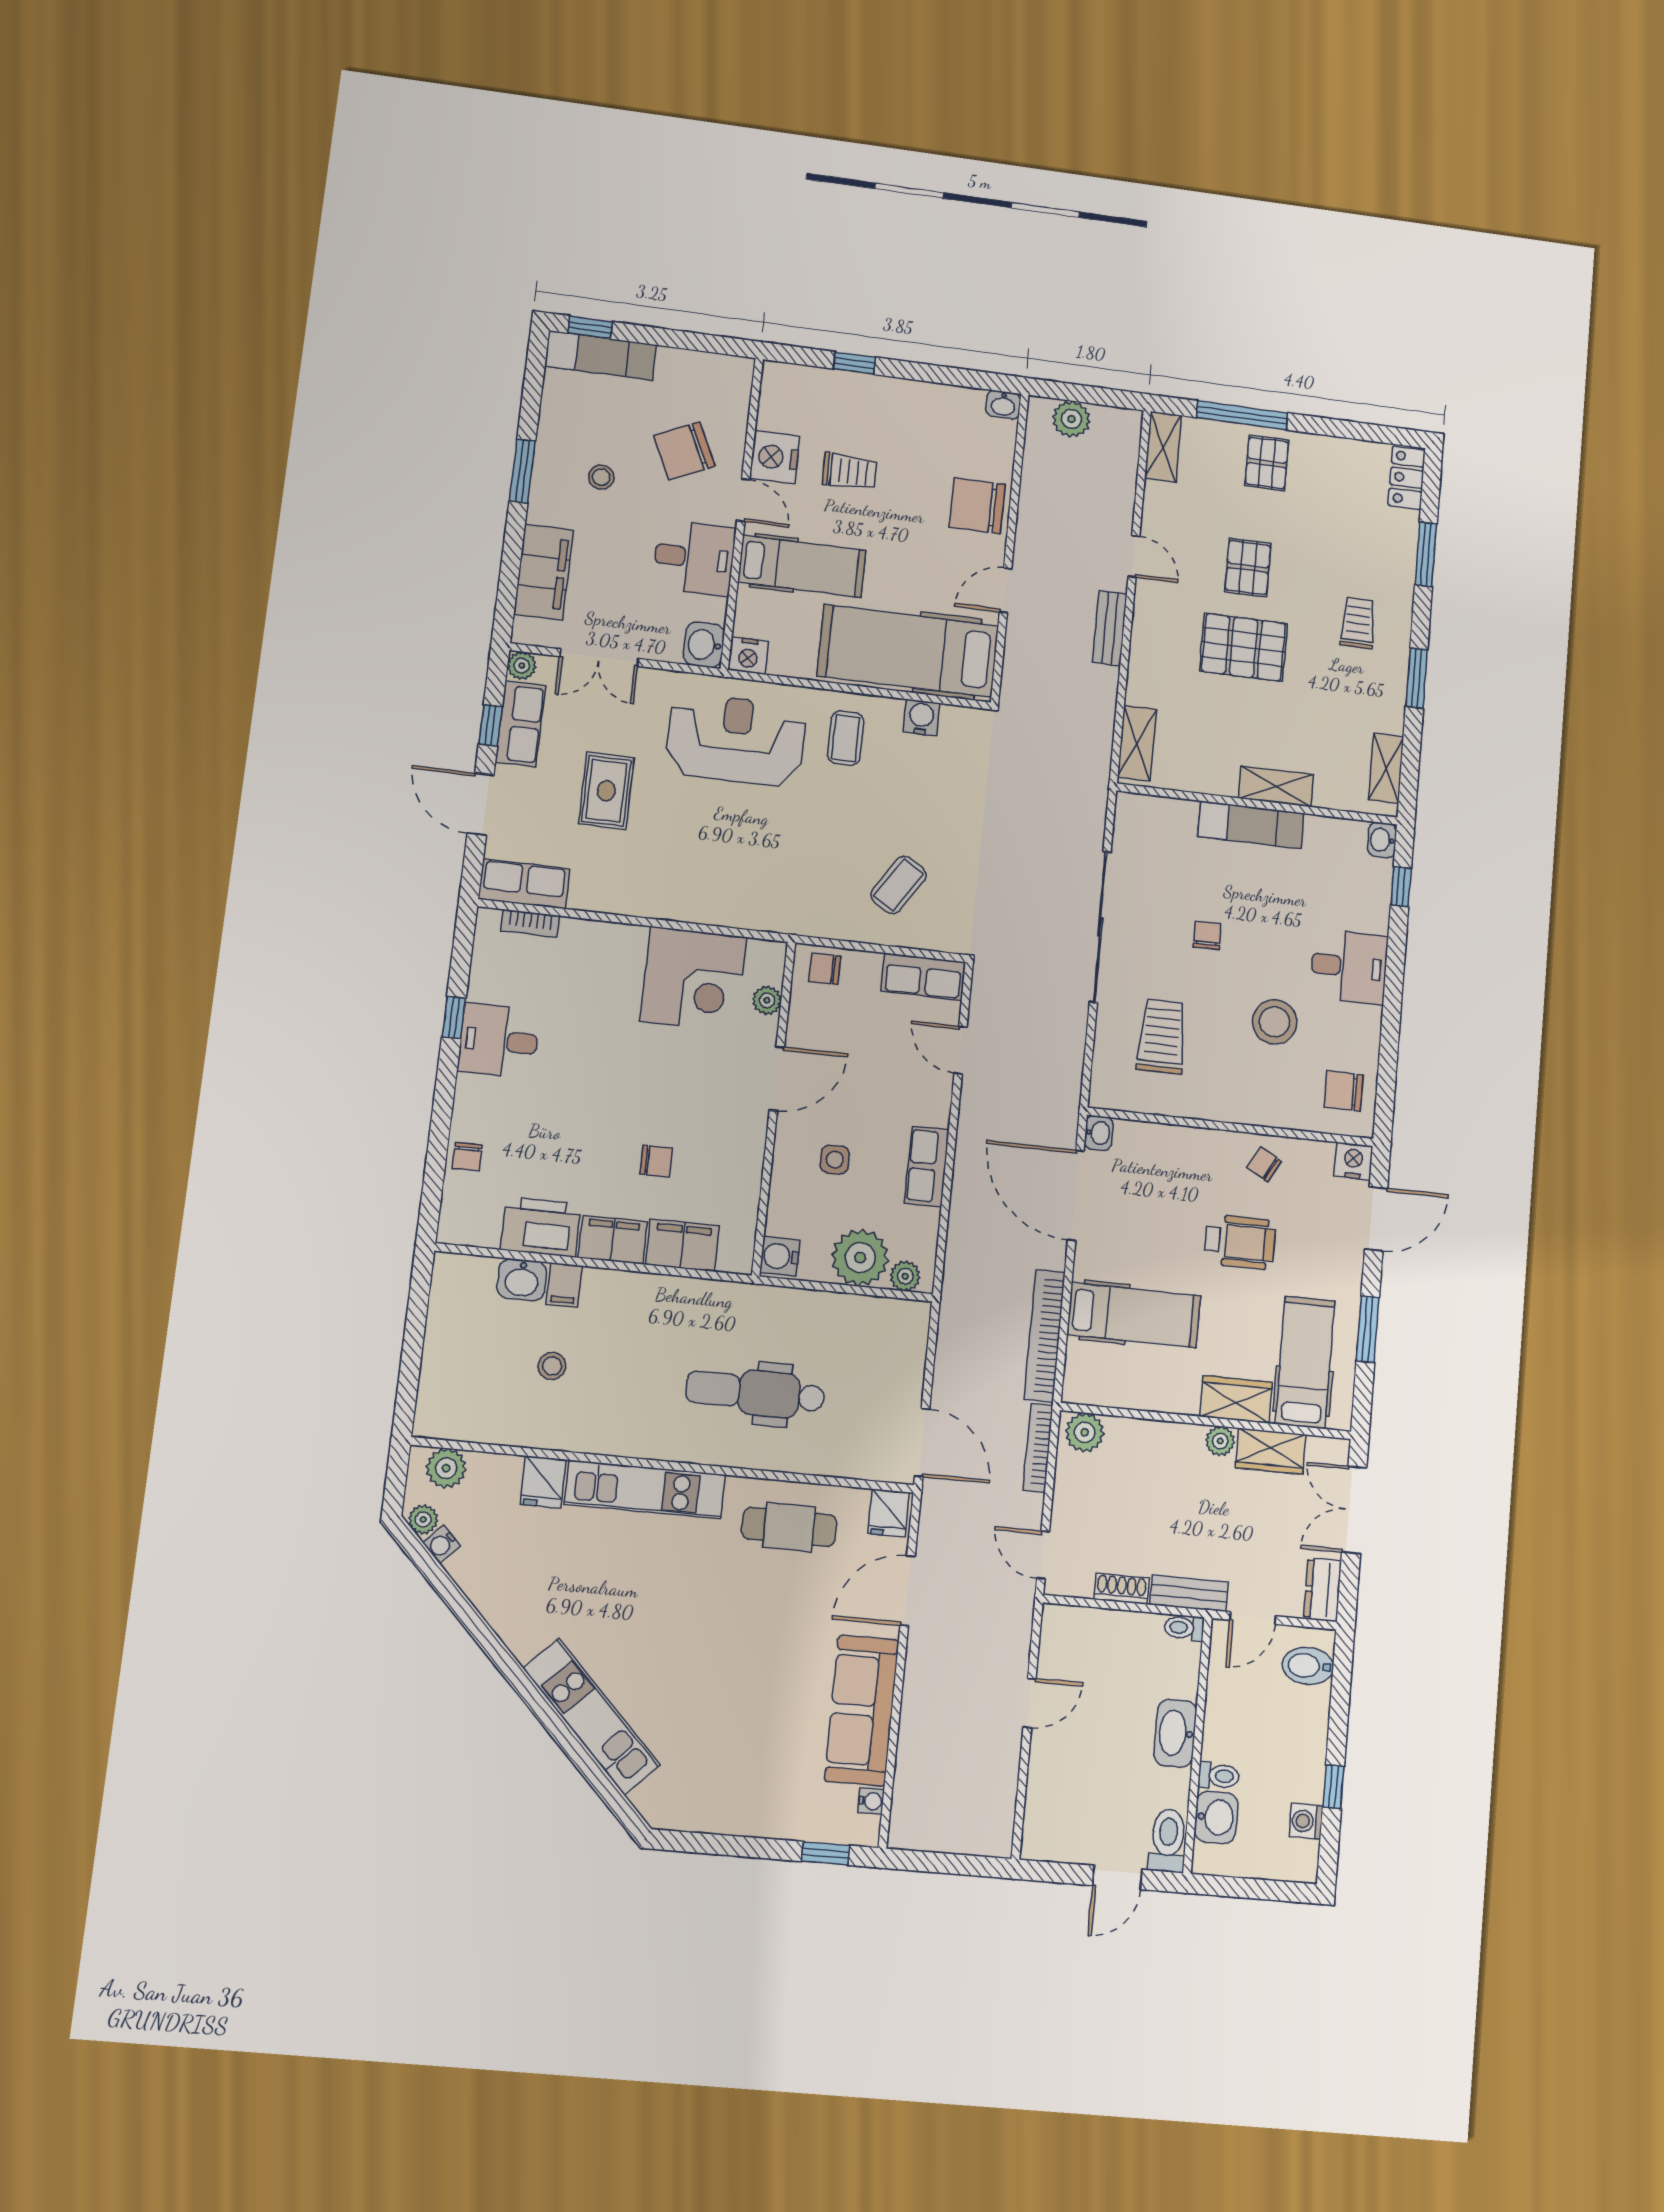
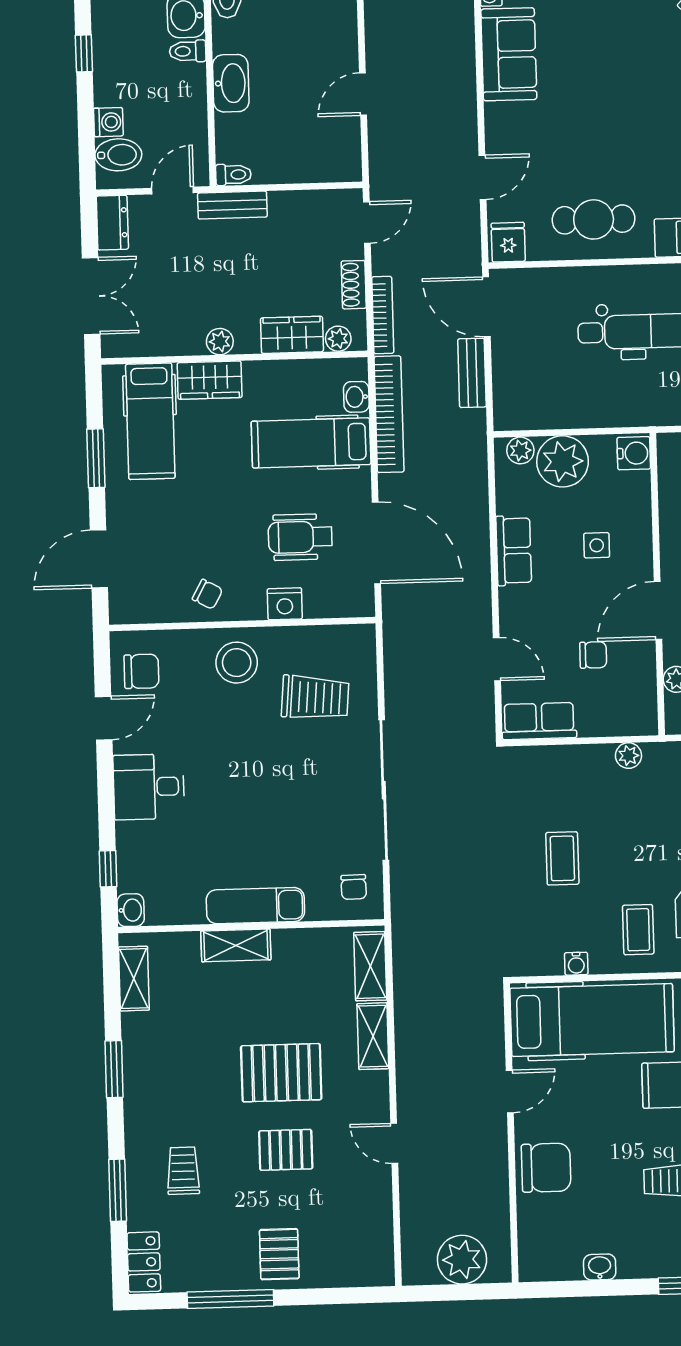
washbasin: (1003, 405) -> (600, 1267), moved
window: (1242, 415) -> (230, 1299), moved
plant: (1071, 419) -> (462, 1260), width x1.36, depth x1.36
shelving: (1163, 447) -> (373, 1036), moved
pallet: (1248, 568) -> (286, 1150), turned 90
trolley: (1358, 623) -> (183, 1171), moved, turned 180
bench: (1110, 628) -> (472, 373), moved
water cooler: (921, 718) -> (576, 964), width x0.72, depth x0.72
coffee table: (898, 885) -> (562, 858), moved, turned -33
plant: (831, 925) -> (628, 756), added
chair: (1207, 935) -> (354, 887), moved
chair: (825, 969) -> (593, 655), moved
stool: (1275, 1022) -> (237, 663), moved
trolley: (1162, 1037) -> (315, 698), turned -85
door: (1389, 1047) -> (104, 718), added
washbasin: (1099, 1133) -> (356, 397), moved
nightstand: (1353, 1161) -> (285, 604), moved
wheelchair: (1240, 1242) -> (300, 537), moved
plant: (1085, 1432) -> (338, 339), width x0.73, depth x0.73
wardrobe: (1271, 1451) -> (292, 335), moved
door: (1043, 1555) -> (367, 222), hinge flipped
shoe rack: (1122, 1589) -> (354, 285), moved, turned 90
door: (908, 1591) -> (483, 177), width x0.73
sofa: (862, 1710) -> (509, 54), width x0.73
washing machine: (1306, 1821) -> (108, 122), moved

